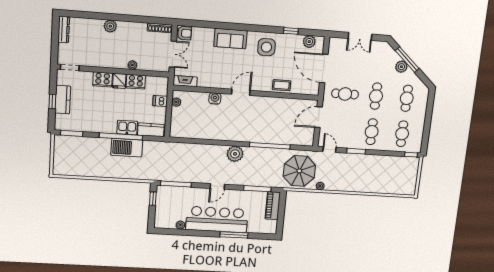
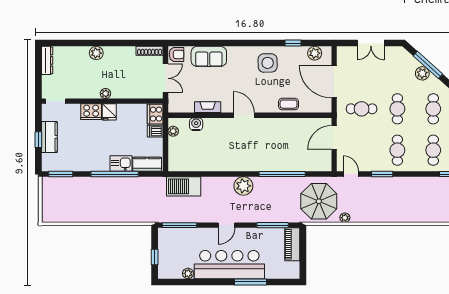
sofa: (230, 38) -> (209, 56), moved
plant: (132, 65) -> (105, 94), moved
fireplace: (185, 81) -> (208, 107), moved
cooker: (136, 82) -> (155, 114), moved, turned 90
door: (241, 92) -> (244, 115), hinge flipped
water cooler: (215, 98) -> (196, 124), moved
barbecue: (127, 148) -> (184, 186), moved
window: (153, 199) -> (155, 257), moved

